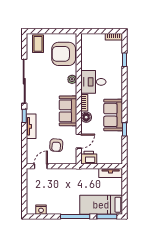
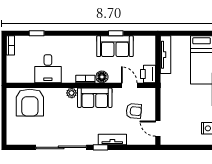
coffee table: (38, 44) -> (18, 132), removed
plant: (72, 79) -> (72, 93), moved
desk: (93, 82) -> (48, 69), moved
sofa: (113, 115) -> (115, 46), moved
tv unit: (111, 173) -> (165, 55), width x1.41

